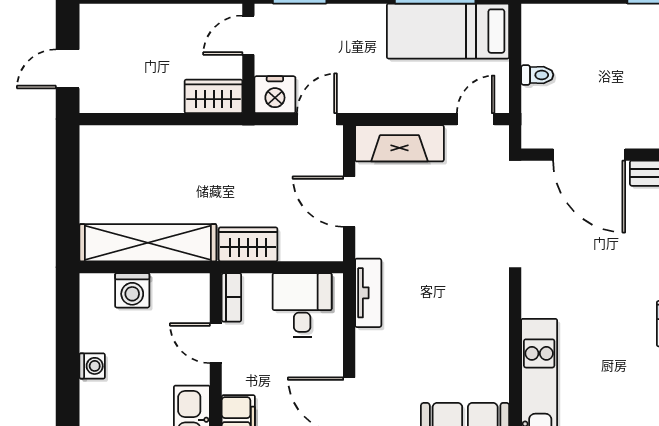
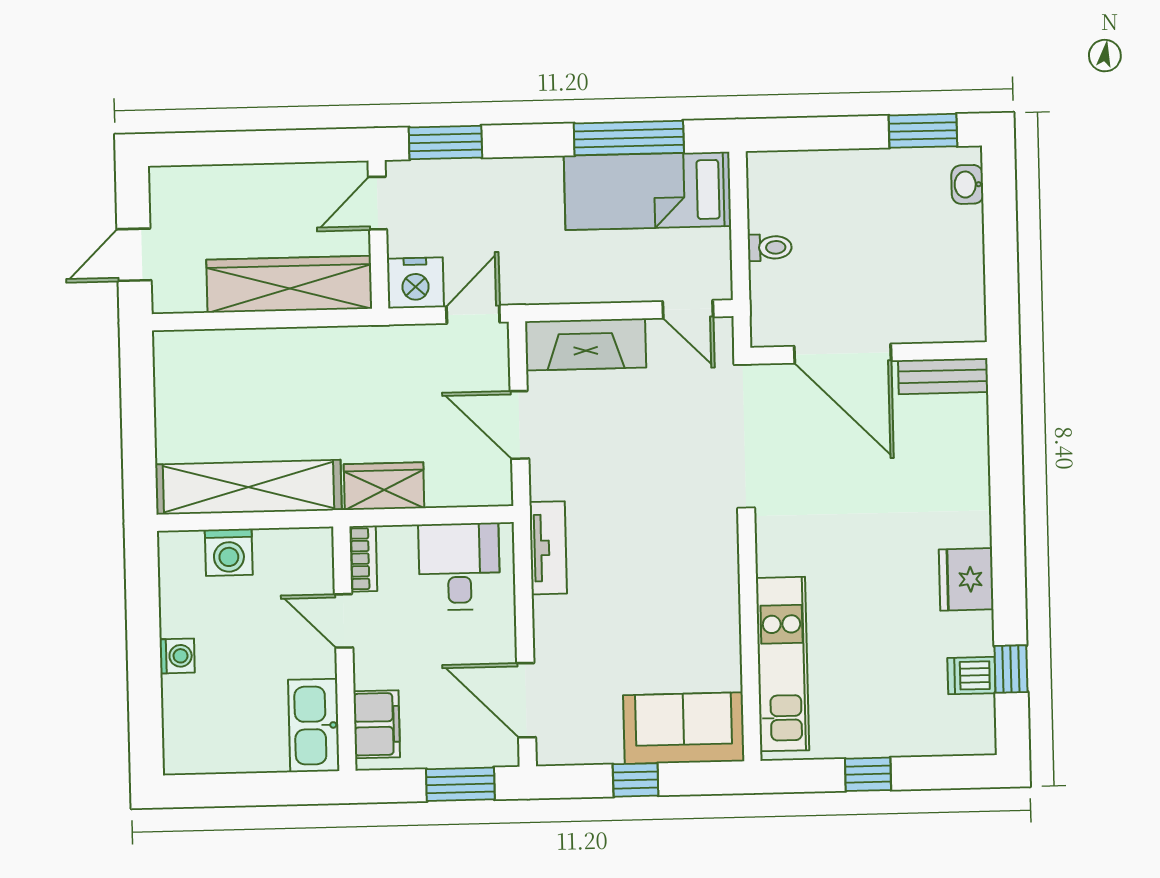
wardrobe: (214, 96) -> (289, 284), width x2.10, depth x1.17
door: (476, 119) -> (688, 309), swing flipped

